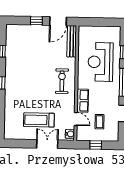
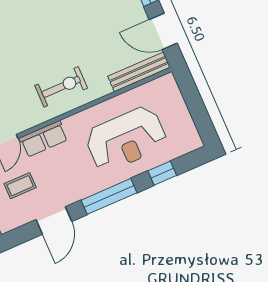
reception desk: (100, 62) -> (126, 139), turned 180

